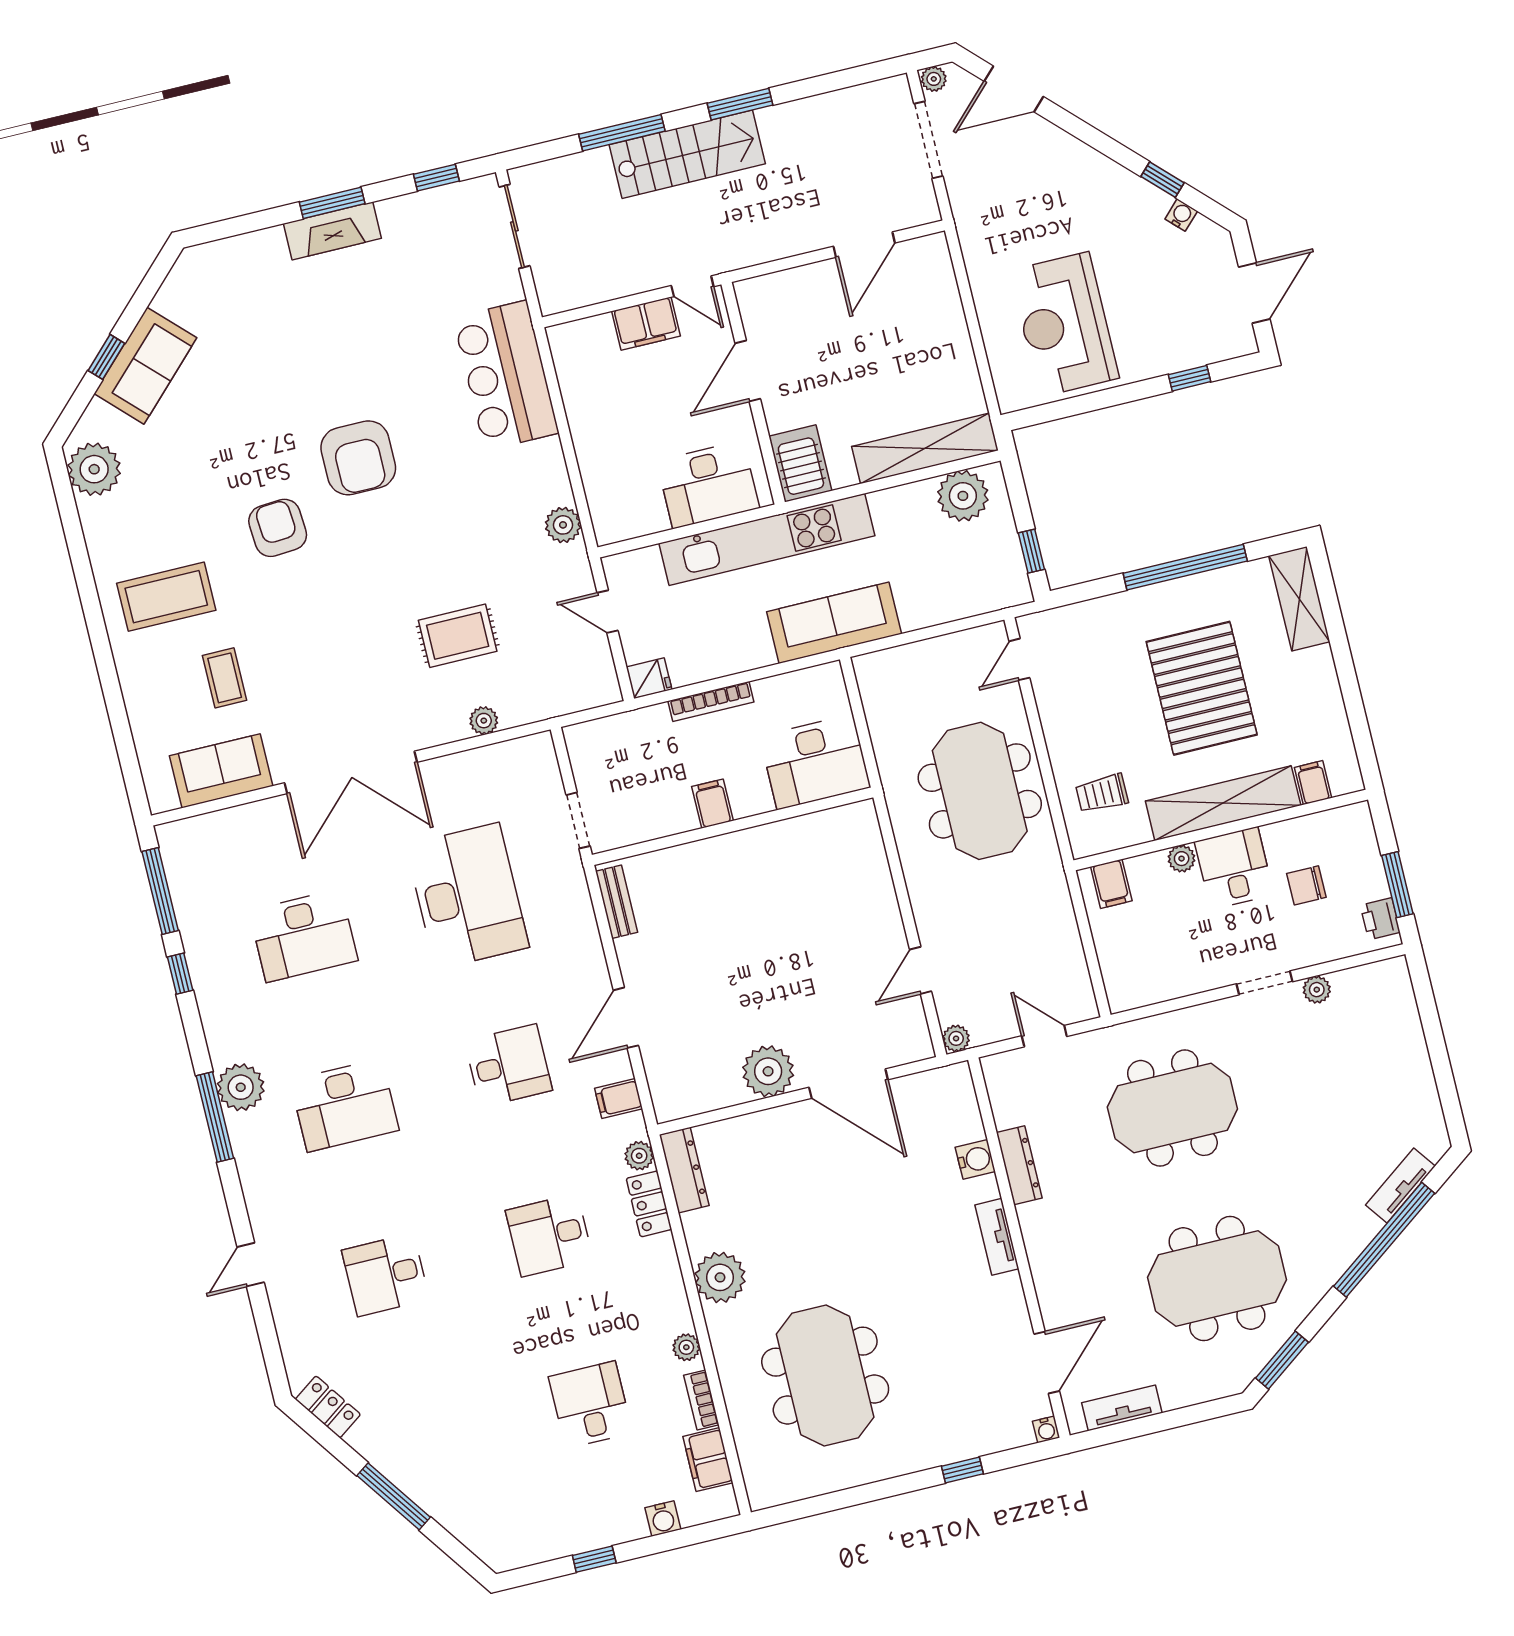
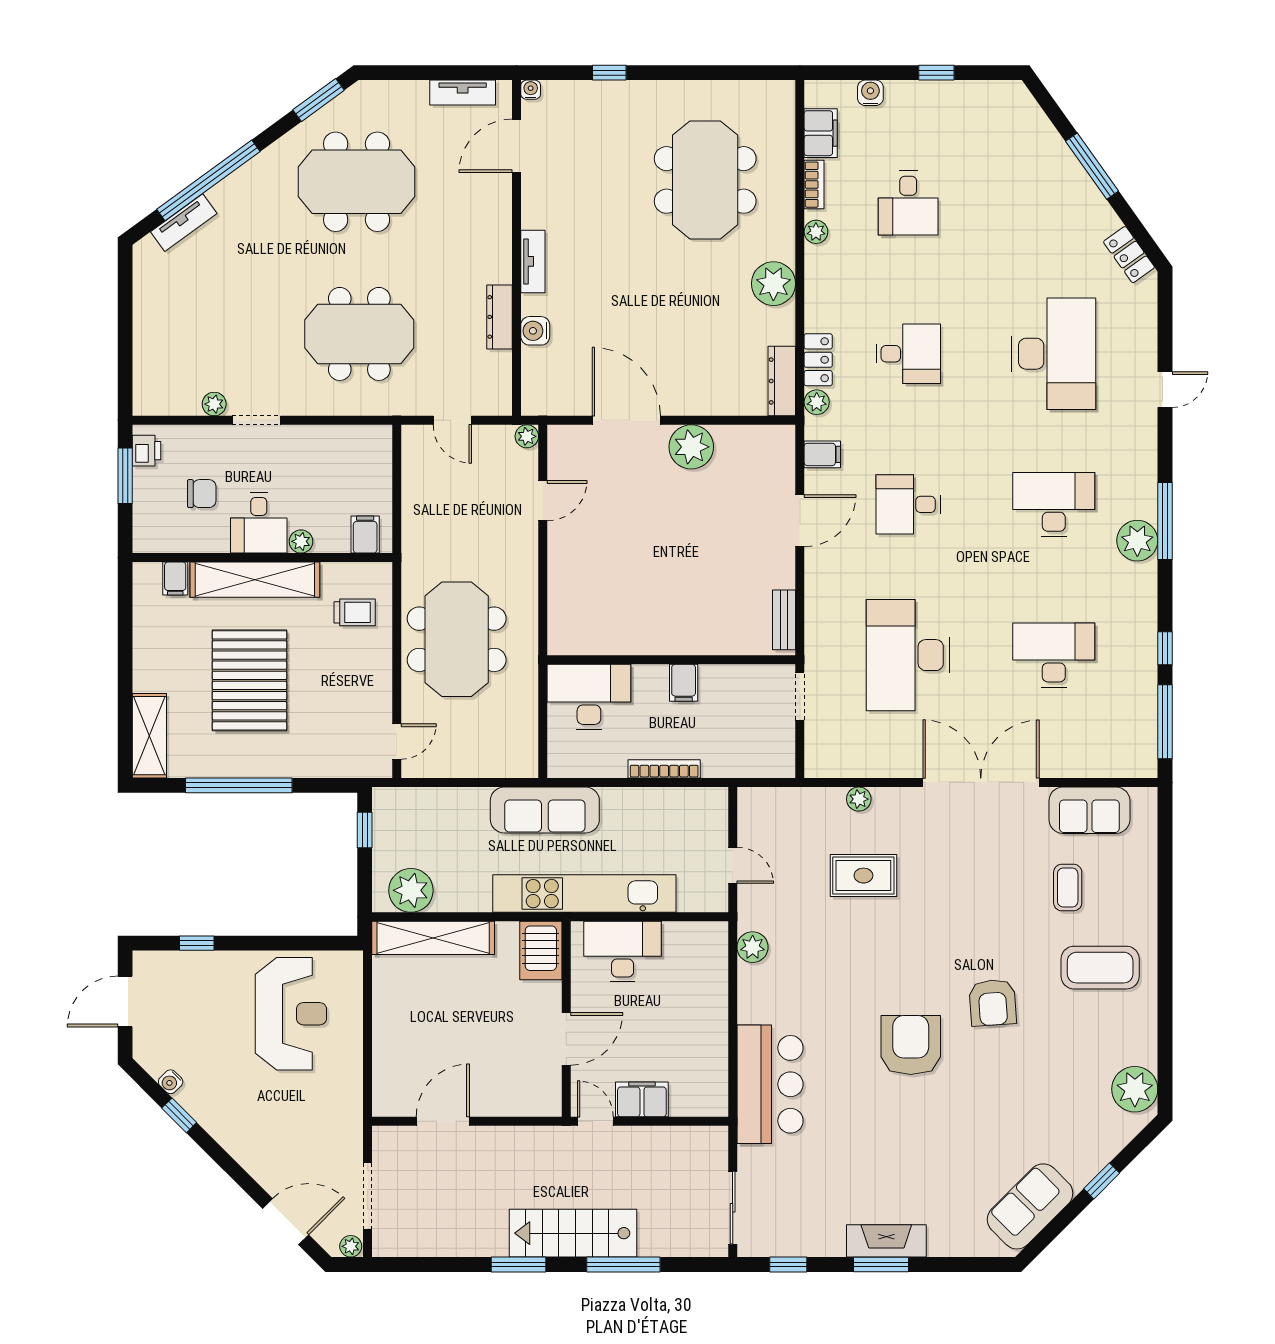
sofa: (145, 366) -> (1030, 1206), moved
fridge: (649, 678) -> (711, 801), removed
desk: (386, 1275) -> (1054, 354), width x1.87, depth x1.30

